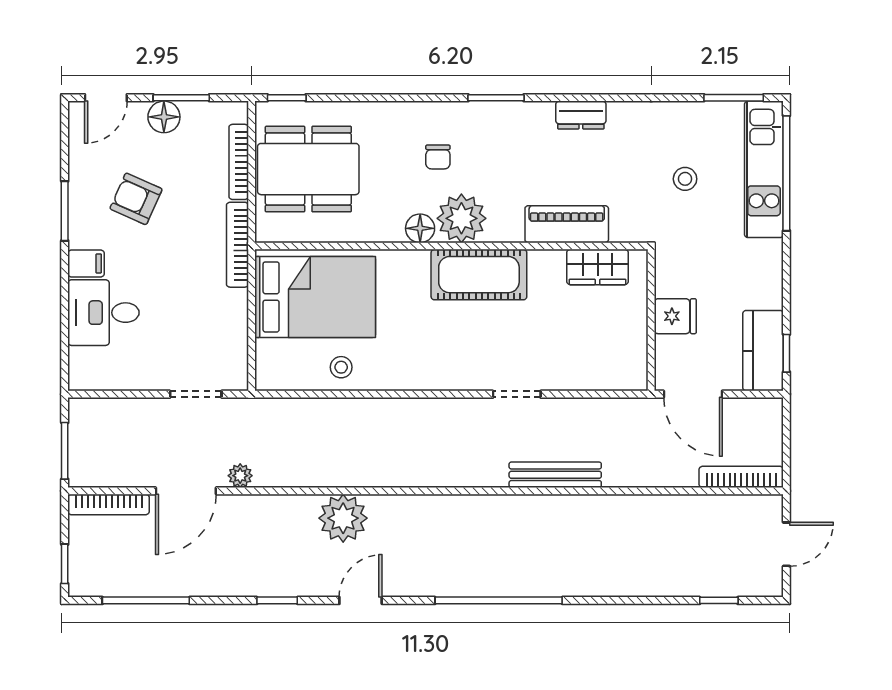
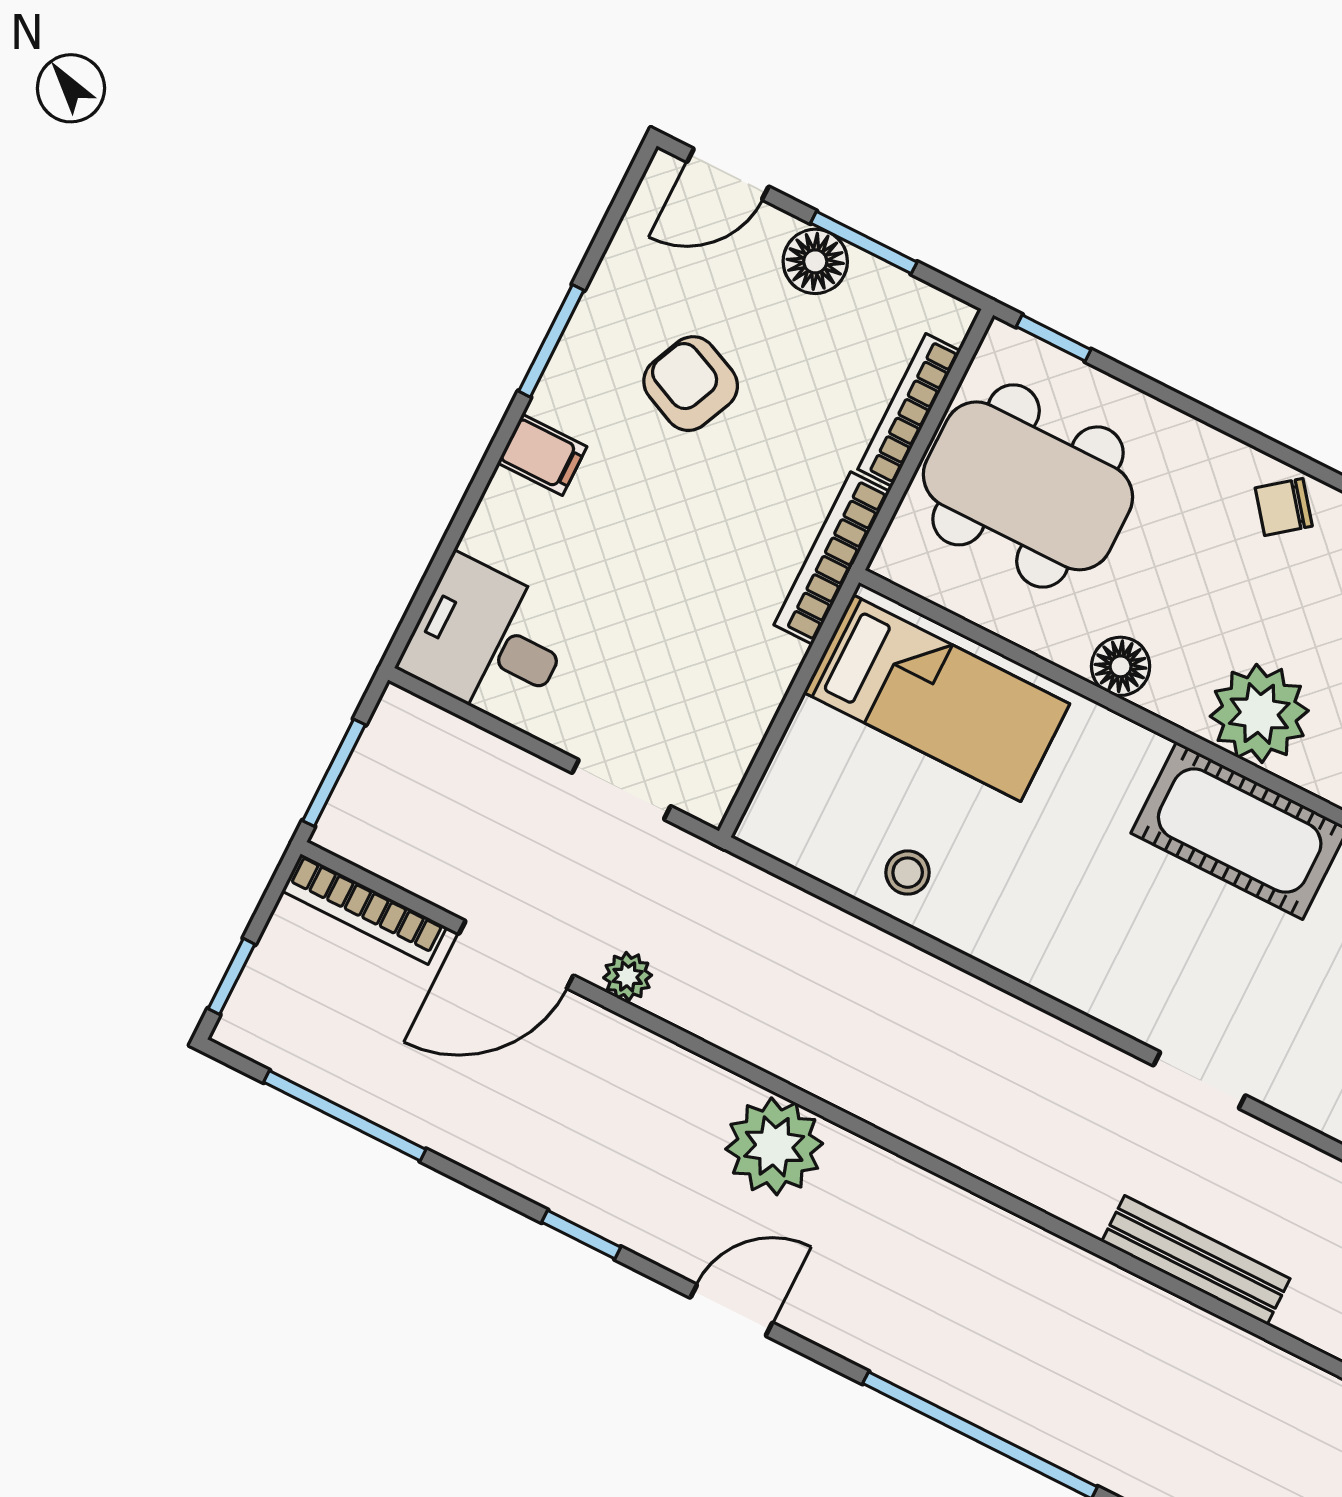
chair: (438, 157) -> (1284, 507), moved, turned 52
floor lamp: (420, 228) -> (1121, 666), moved
bed: (315, 297) -> (937, 698), width x0.67
desk: (103, 313) -> (488, 641), moved

